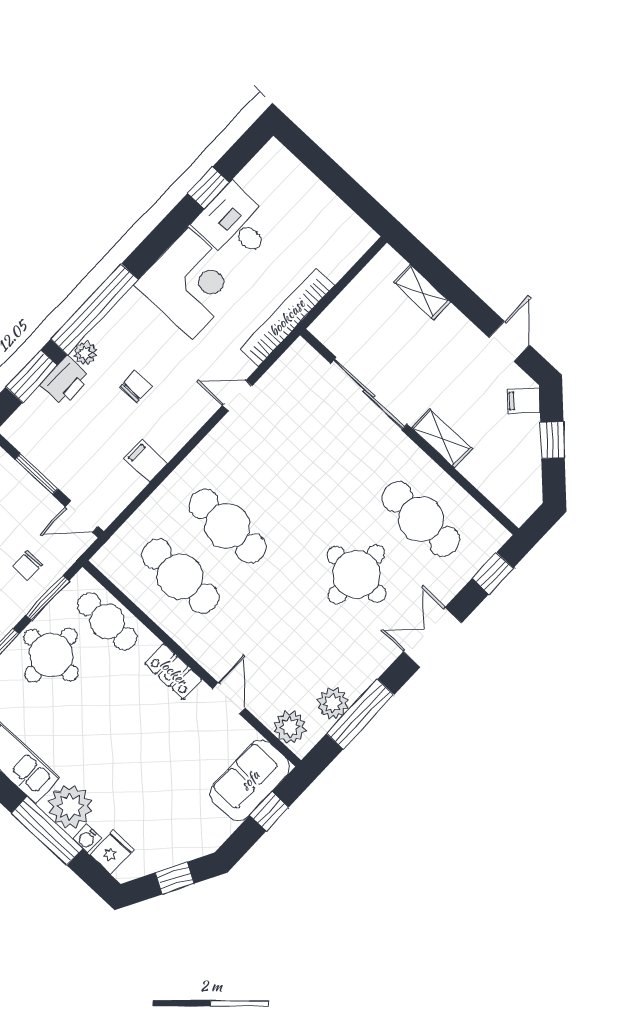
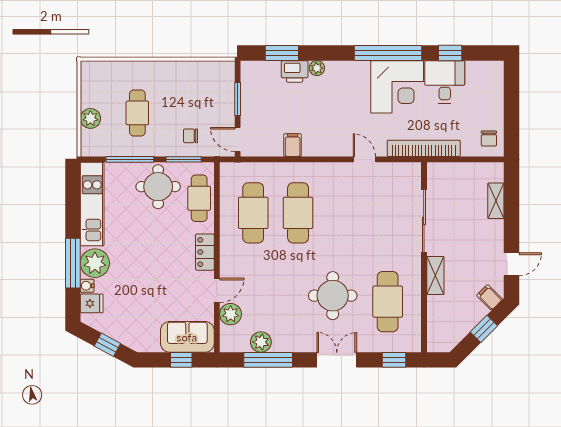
window: (94, 309) -> (388, 53), moved
chair: (136, 387) -> (489, 138), moved, turned 90
plant: (290, 727) -> (231, 314), moved

